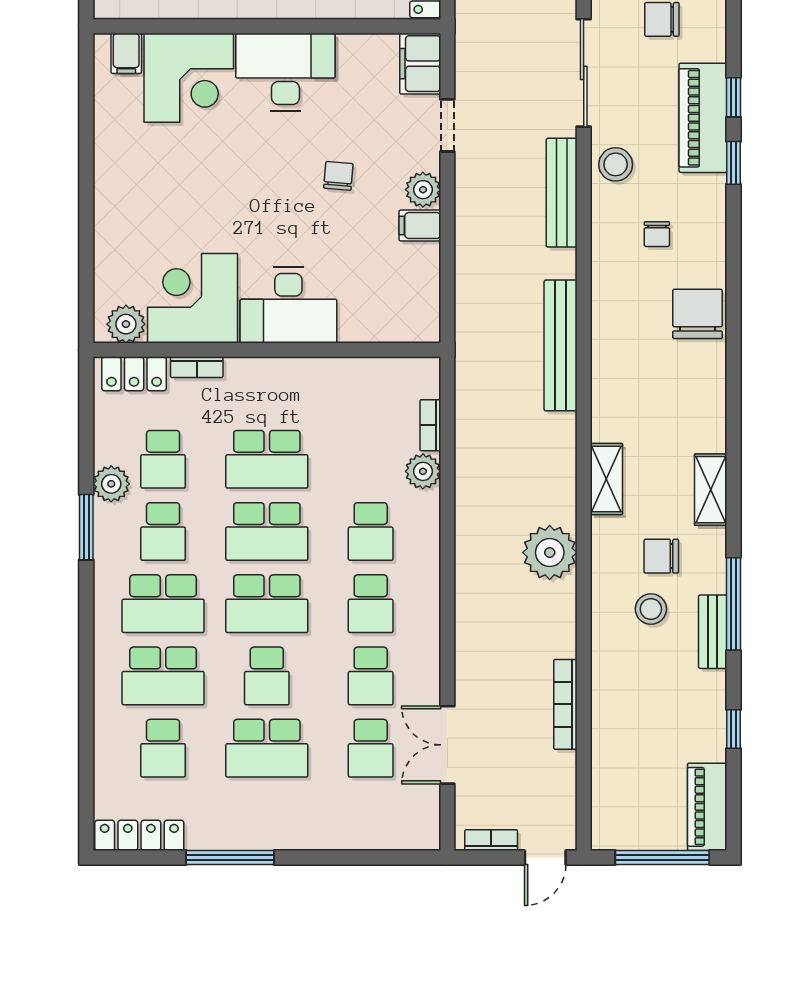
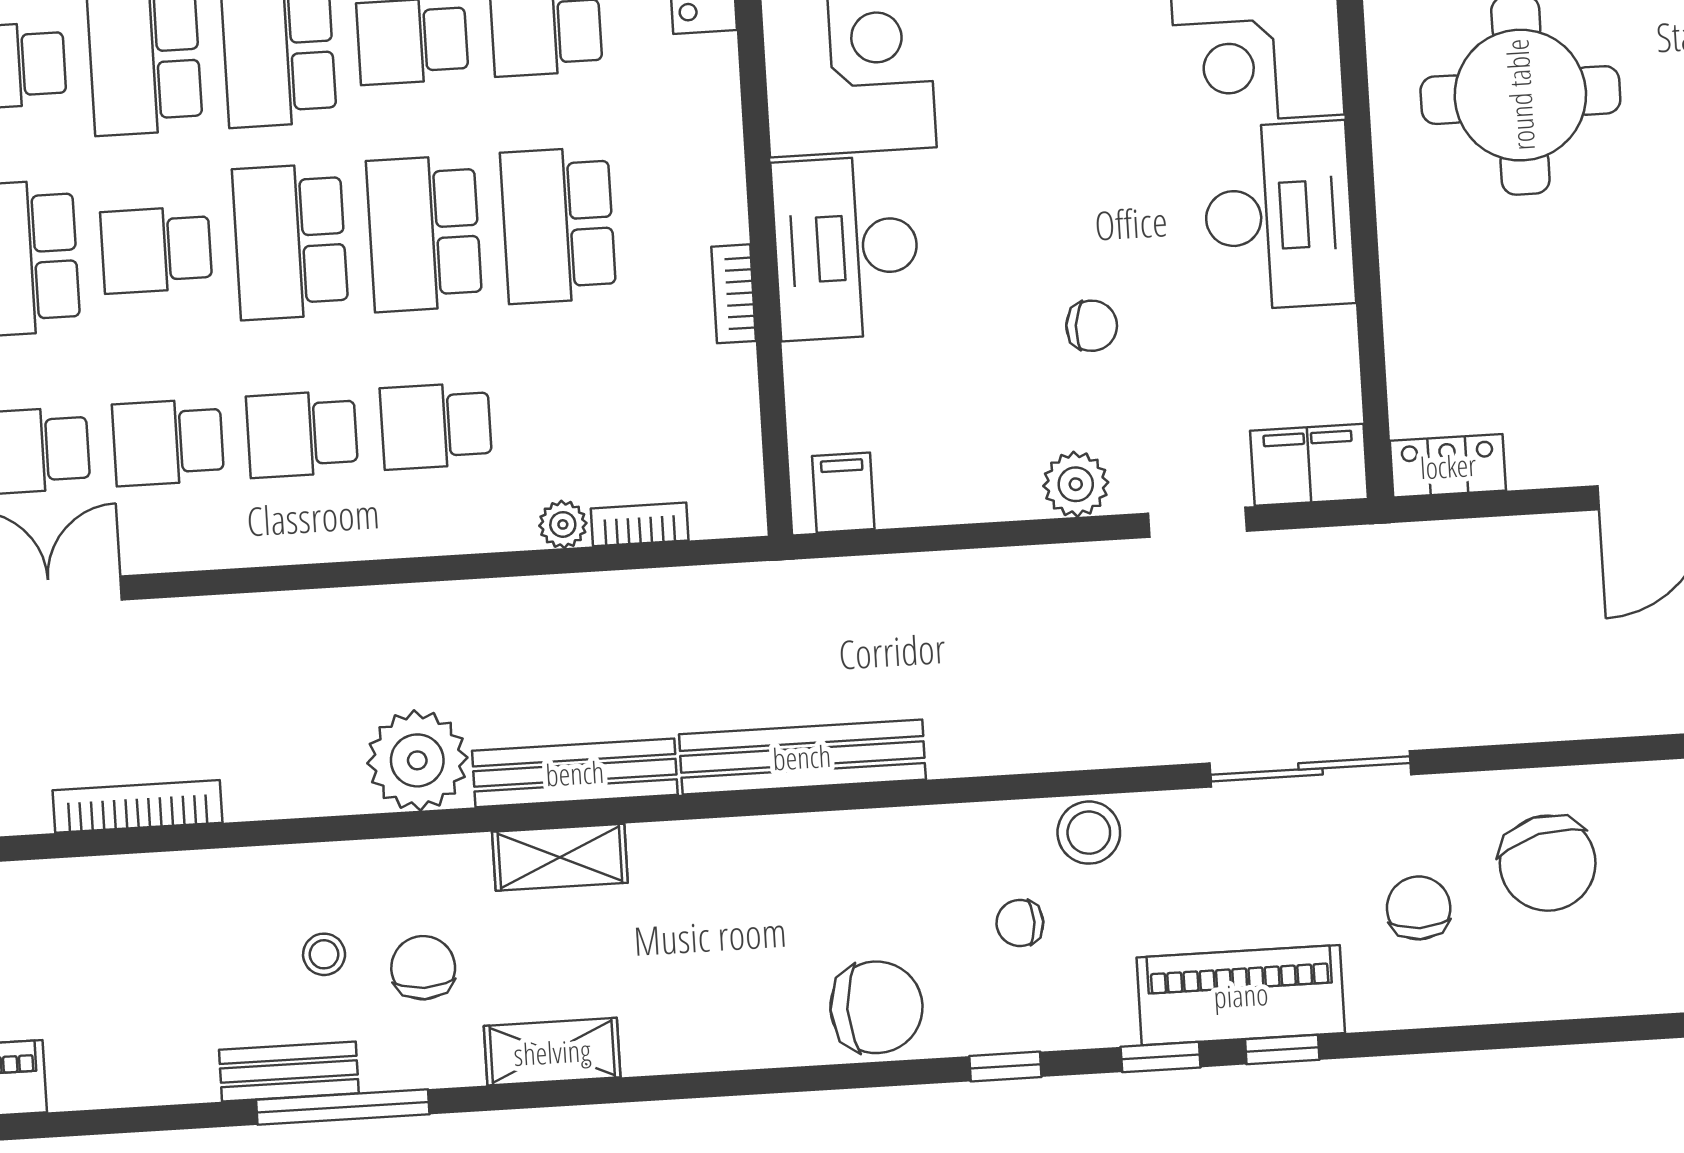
stool: (616, 164) -> (1089, 833), moved
bench: (562, 193) -> (575, 773), moved
filing cabinet: (420, 226) -> (843, 493), moved
bookcase: (197, 367) -> (734, 294), moved
plant: (423, 471) -> (563, 524), width x0.73, depth x0.73
stool: (651, 609) -> (324, 954), width x0.73, depth x0.73
window: (734, 729) -> (1005, 1067), moved

